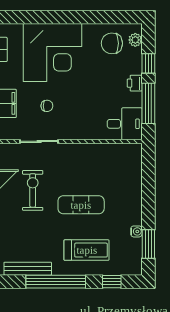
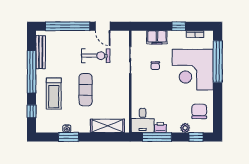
window: (41, 17) -> (218, 61), added
plant: (135, 40) -> (185, 128), moved
window: (148, 63) -> (196, 137), moved
printer: (135, 83) -> (160, 127), moved
shelving: (132, 174) -> (107, 126), added
window: (148, 244) -> (69, 137), moved

